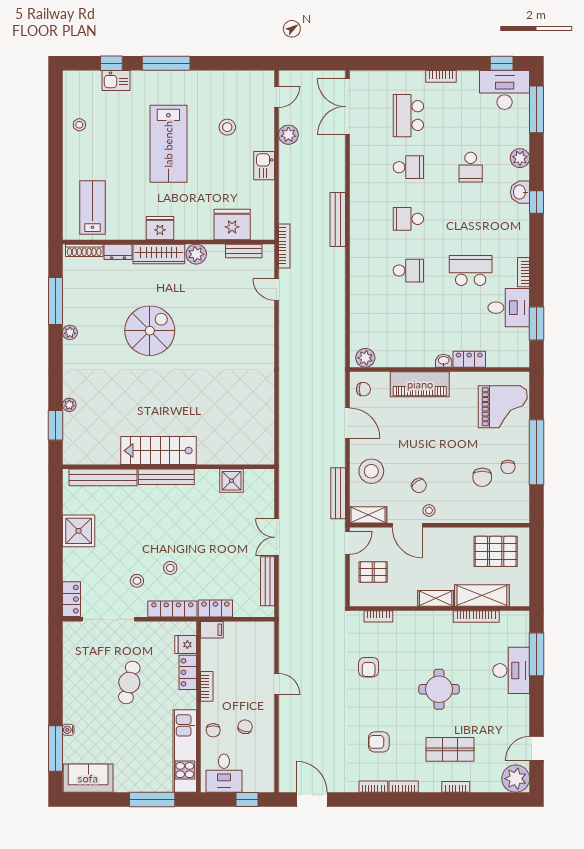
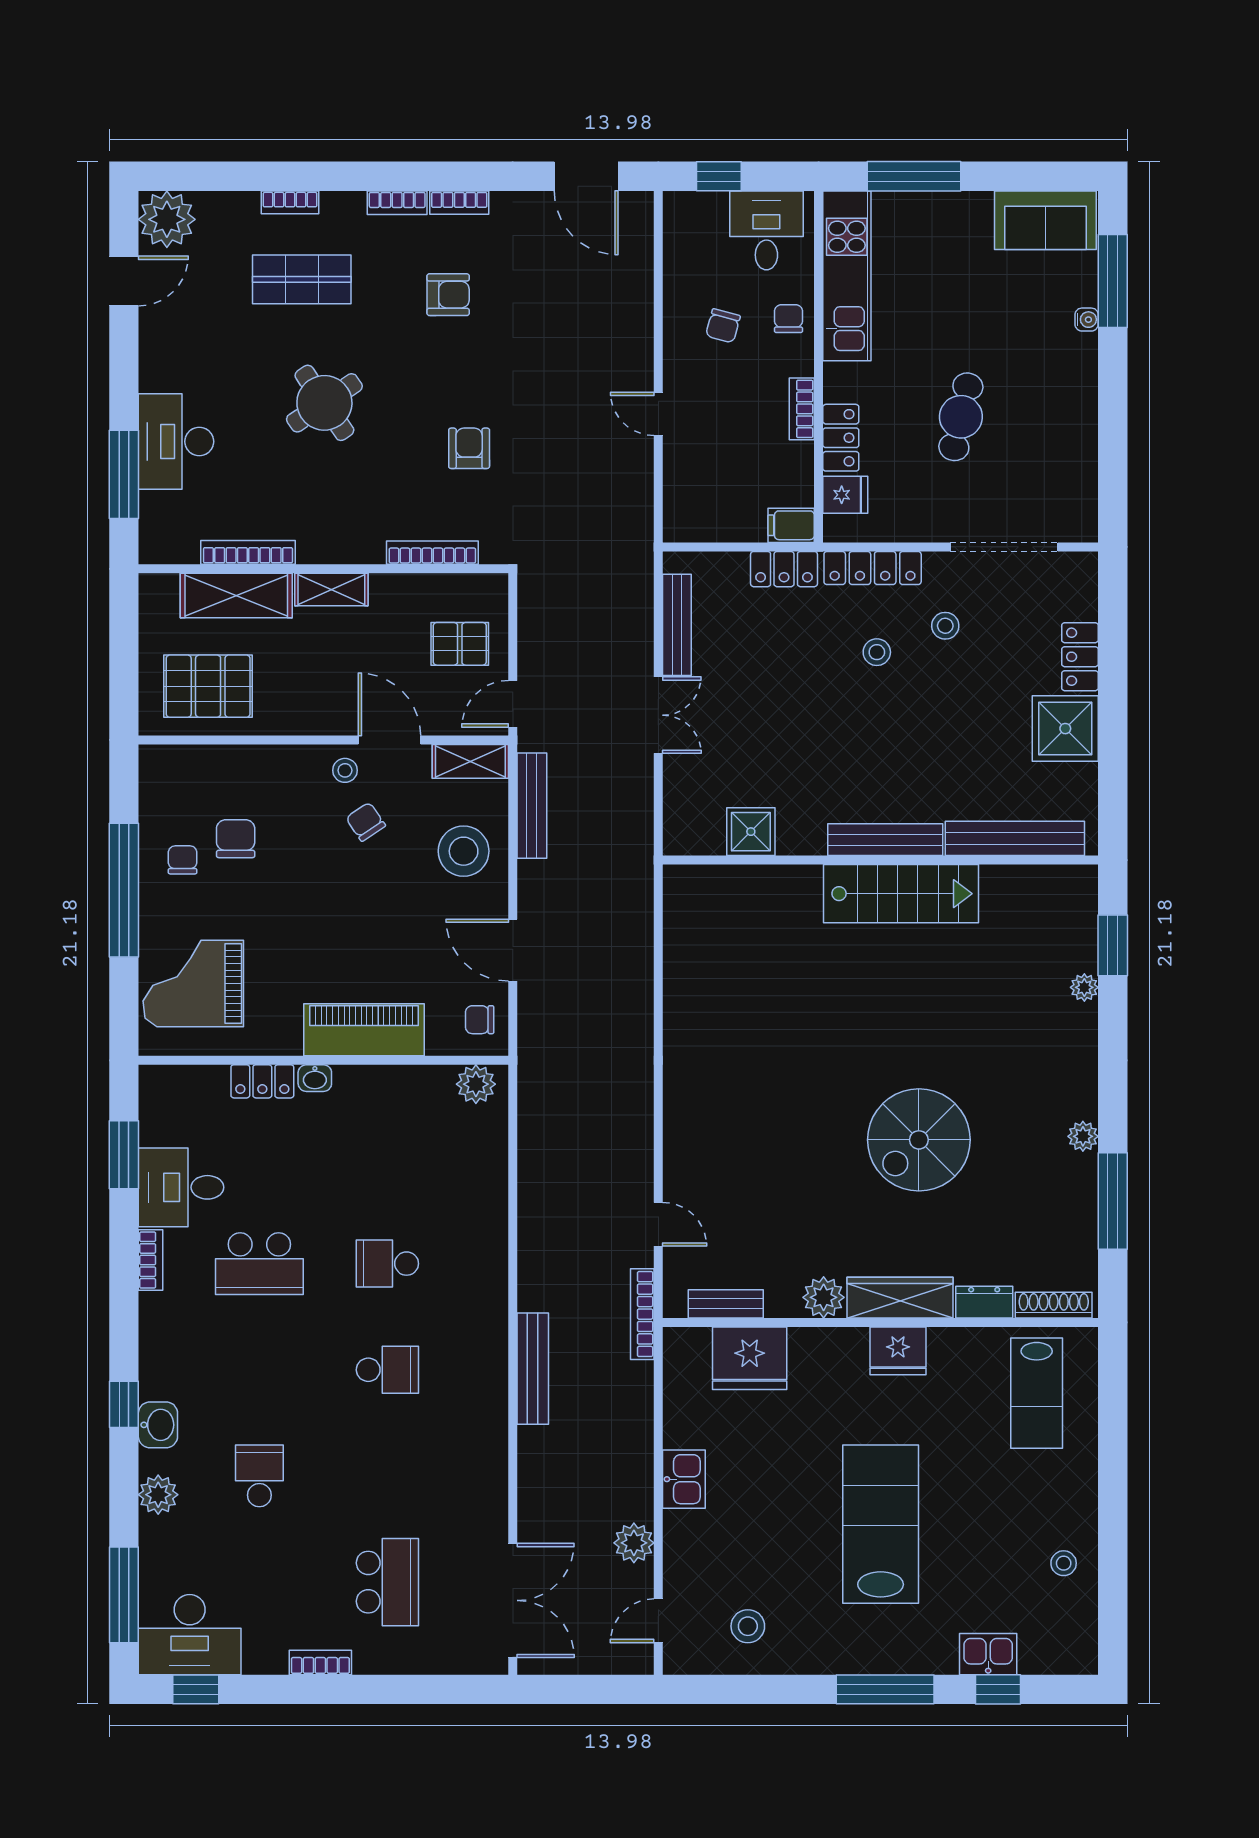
stool: (227, 127) -> (748, 1626), moved
school desk: (408, 167) -> (387, 1476), removed
locker: (71, 599) -> (1080, 657), moved
bookcase: (378, 616) -> (432, 553), width x1.56
round table: (439, 689) -> (324, 403), turned -34

